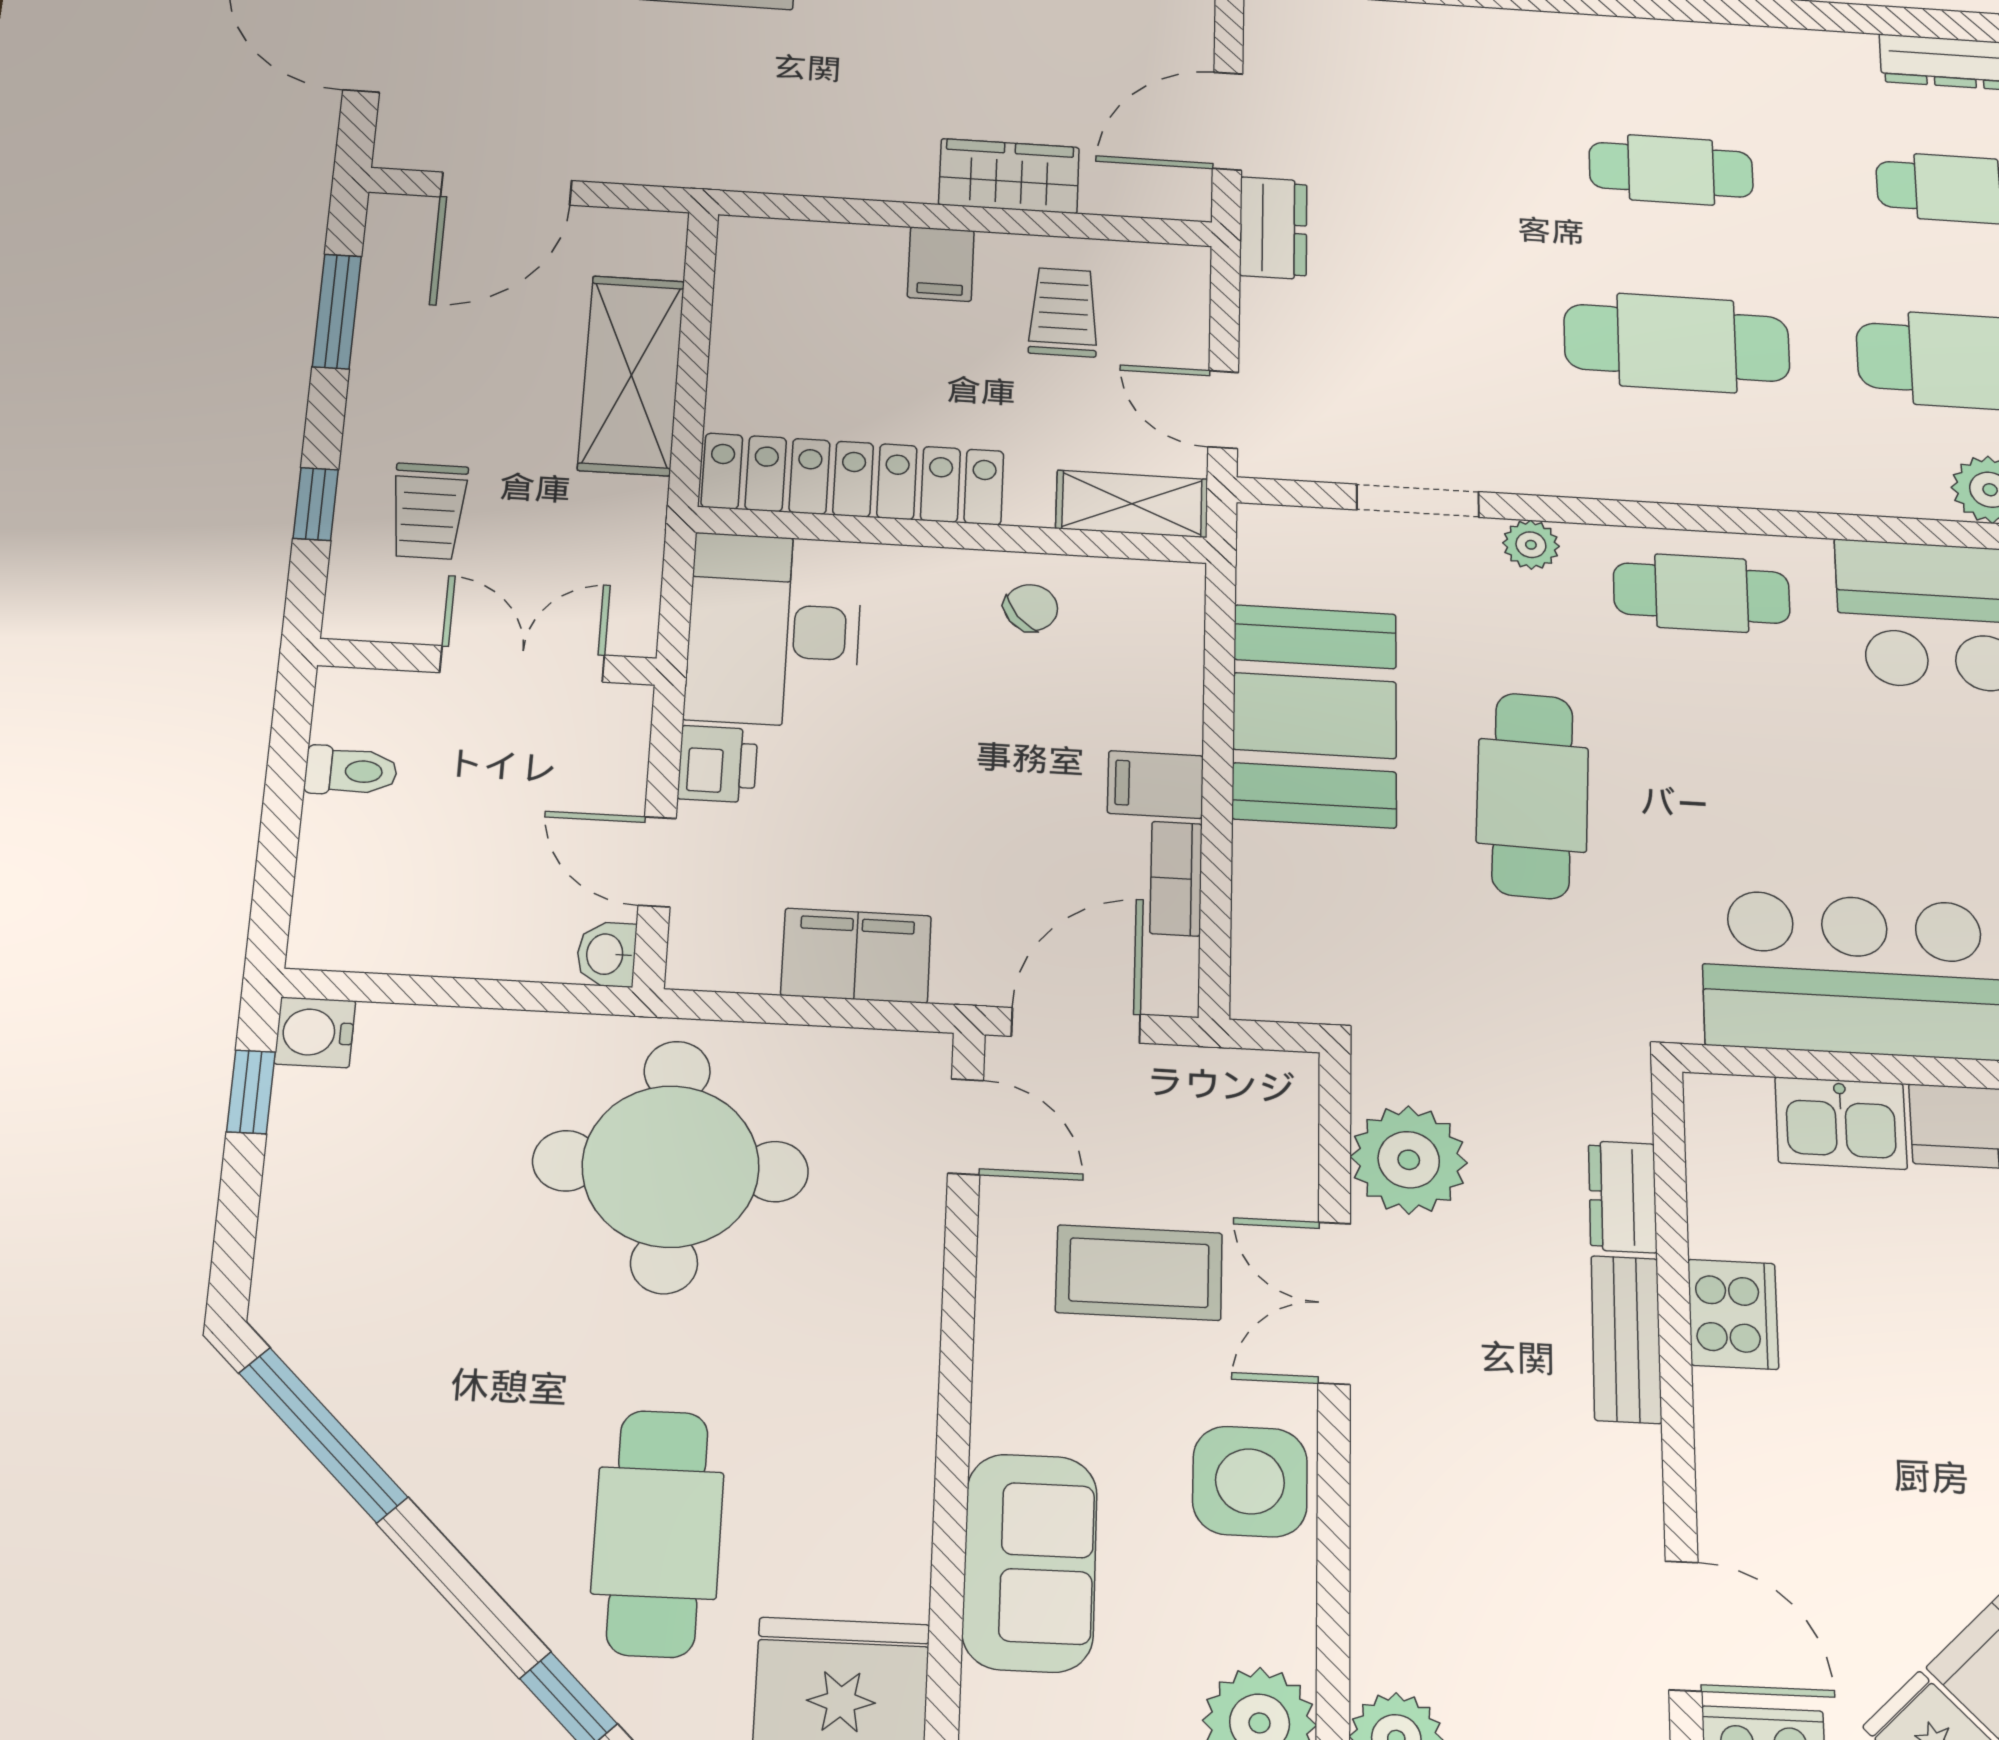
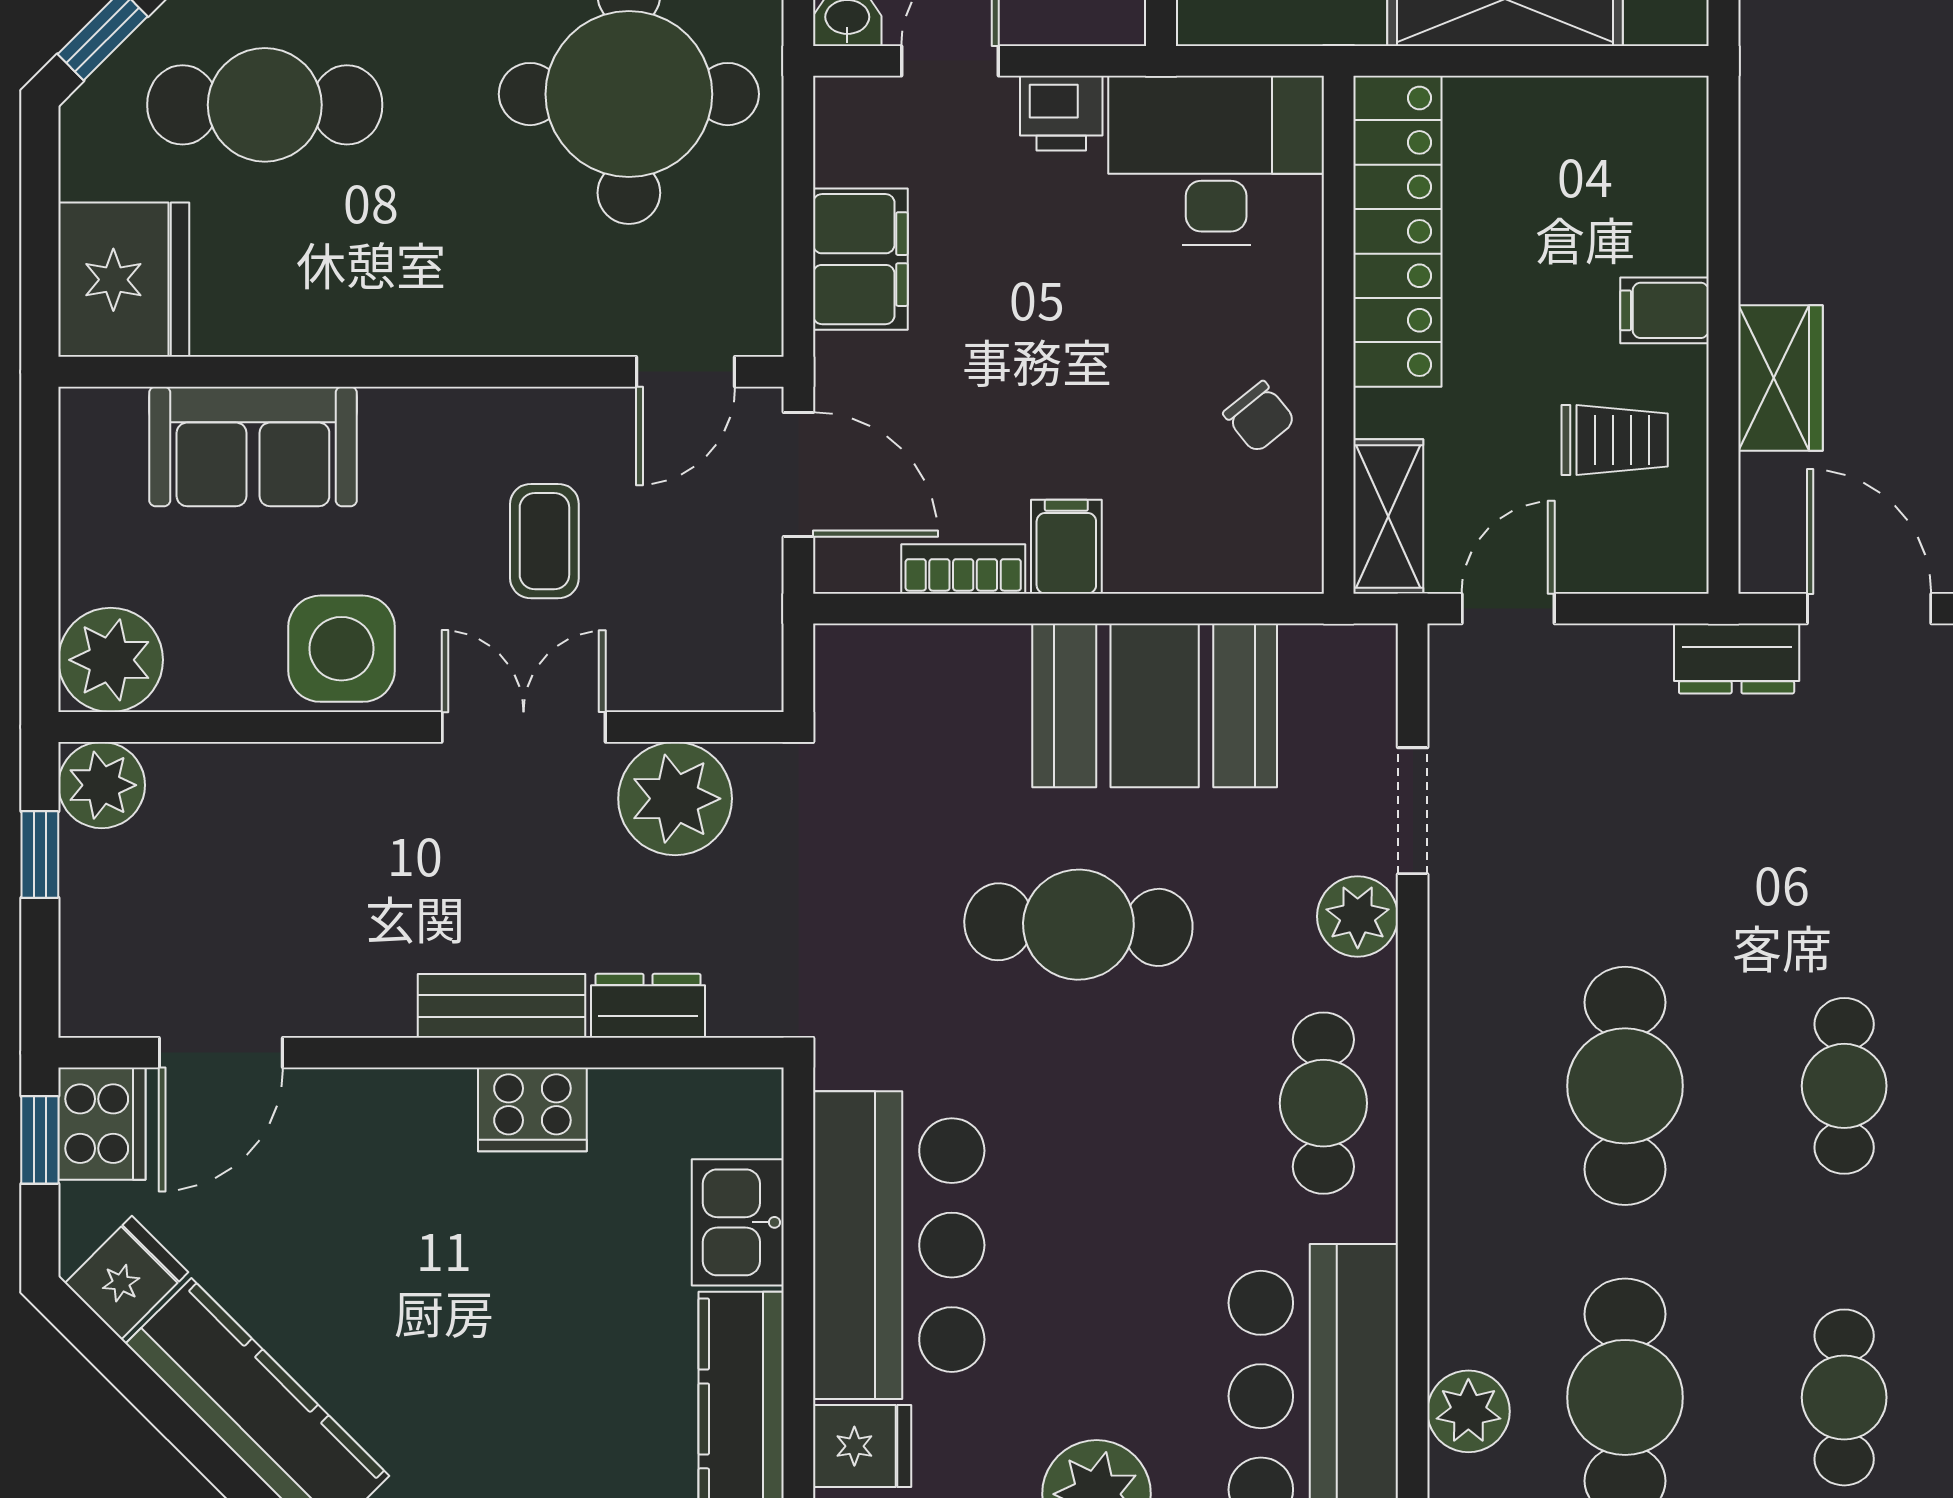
plant: (1531, 545) -> (1358, 916), width x1.38, depth x1.38
coffee table: (1139, 1273) -> (544, 541), width x0.73, depth x0.77

